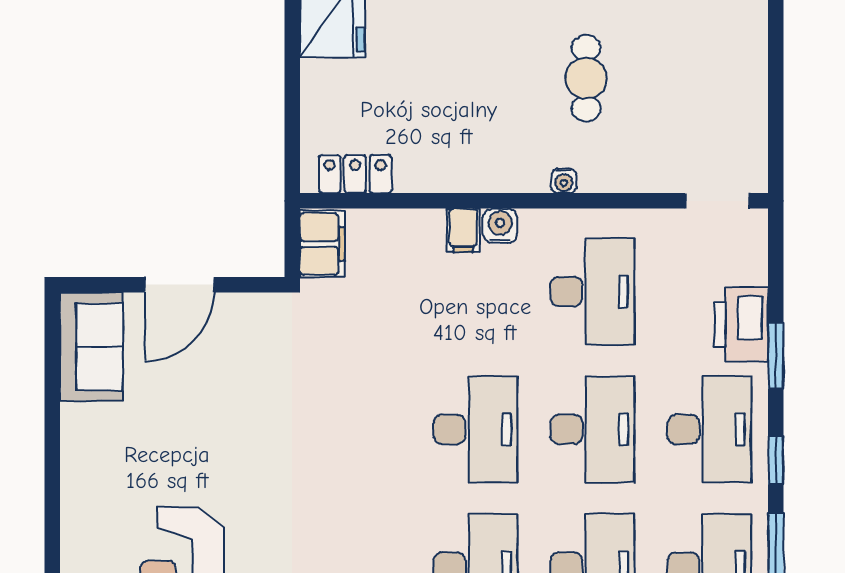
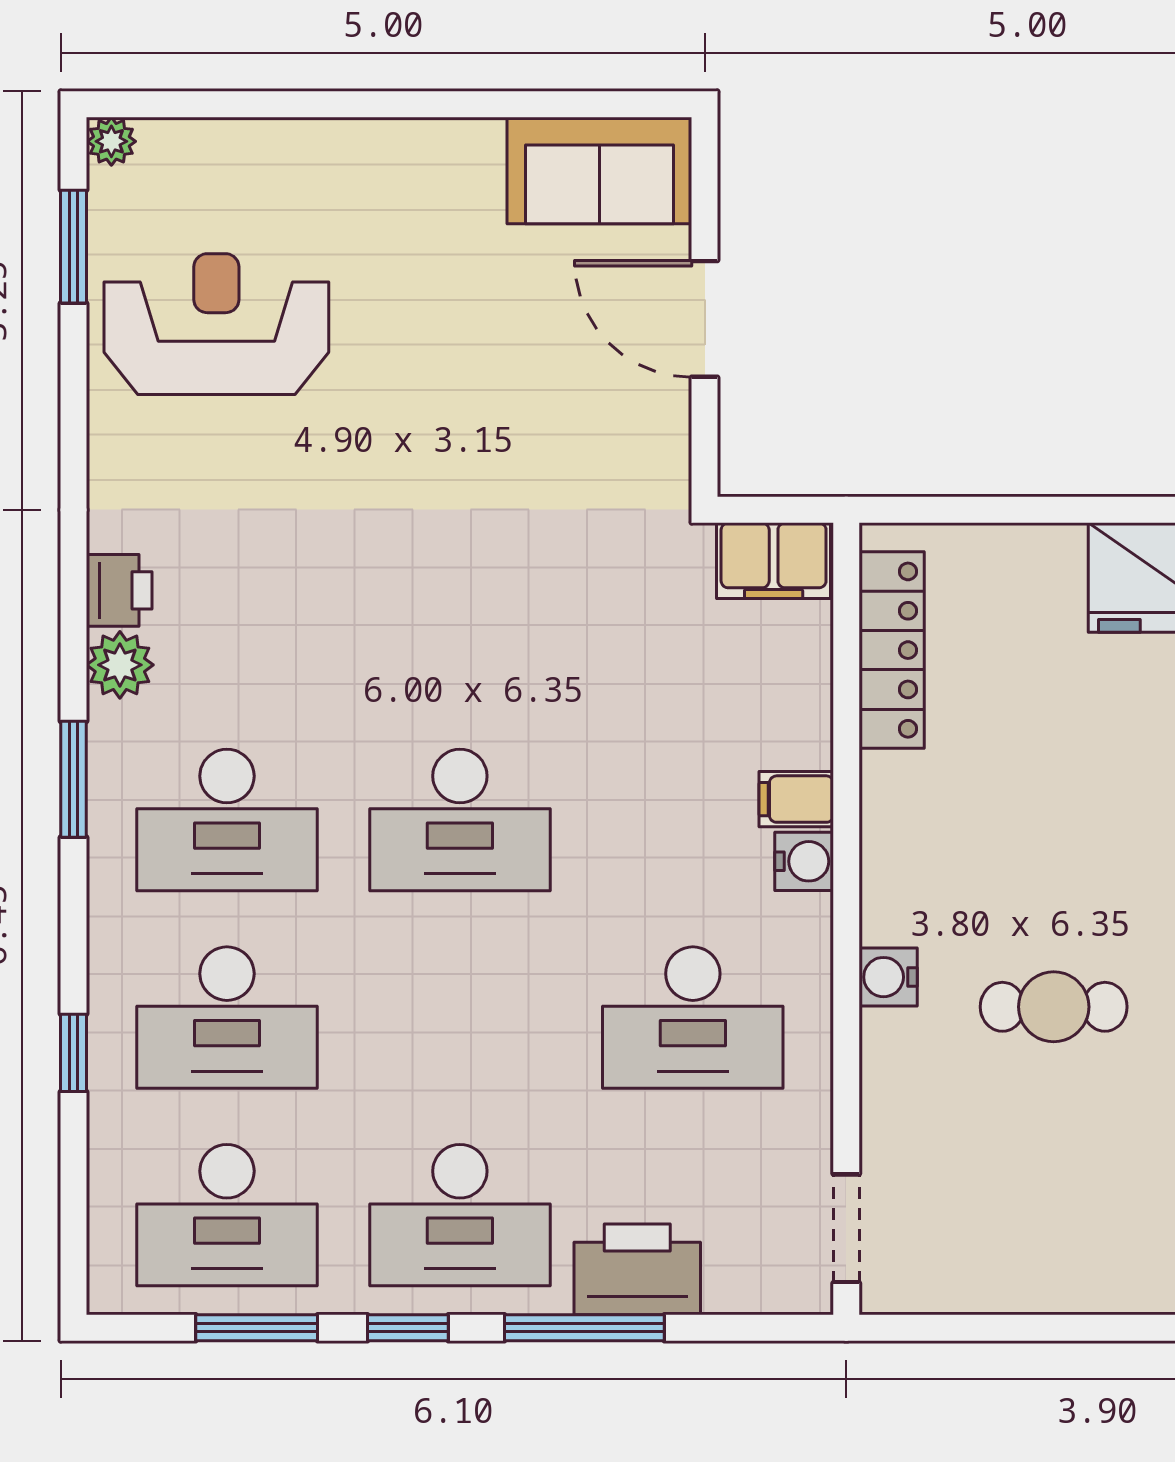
locker: (355, 174) -> (892, 650), width x1.53
water cooler: (564, 181) -> (888, 977), width x1.38, depth x1.38
window: (776, 356) -> (584, 1328), width x1.44
desk: (592, 429) -> (460, 1018), removed

